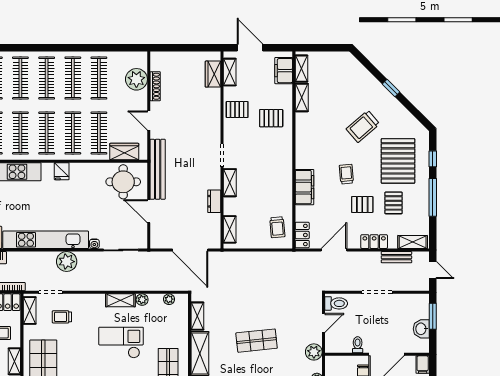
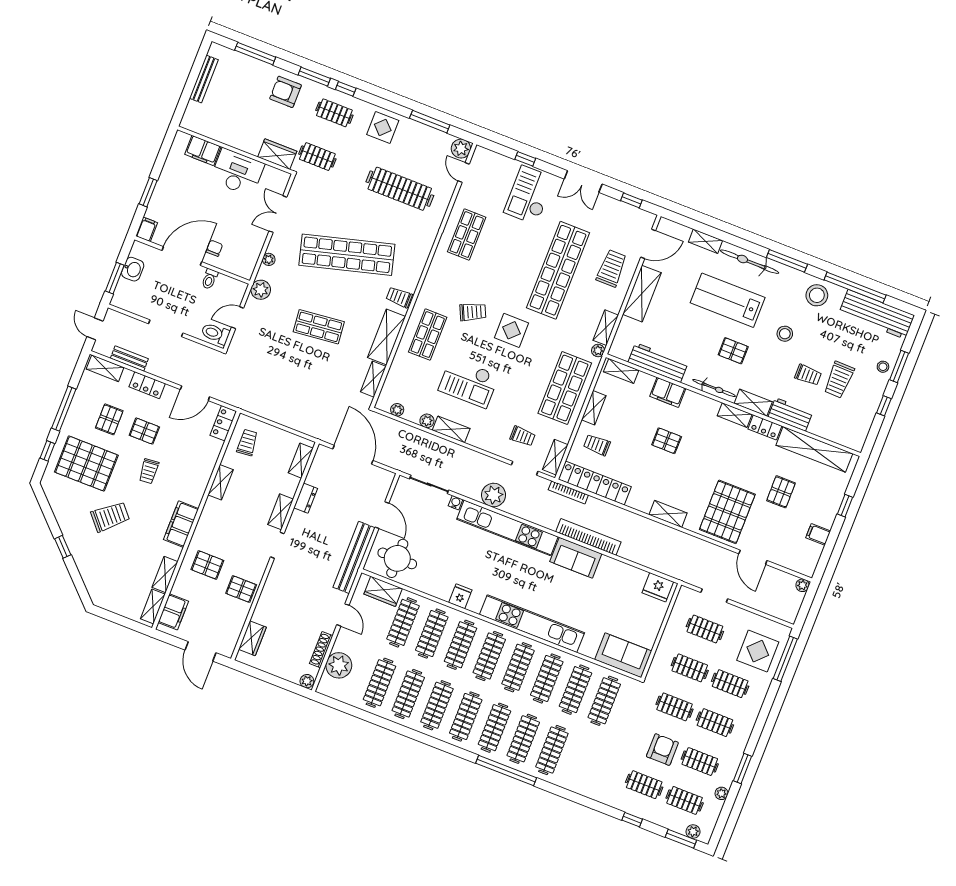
plant: (157, 57) -> (307, 681), added
shelving: (230, 72) -> (221, 482), moved
pallet: (398, 161) -> (86, 464), turned 90
filing cabinet: (305, 187) -> (181, 524), moved

